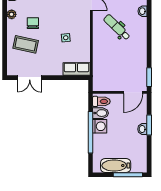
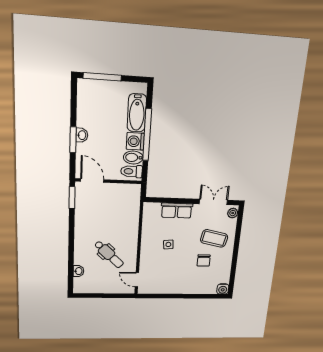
plant: (12, 14) -> (233, 213), moved
row of seats: (77, 69) -> (177, 210), moved
door: (133, 92) -> (92, 180), hinge flipped
bathtub: (116, 165) -> (137, 113), moved, turned 90

